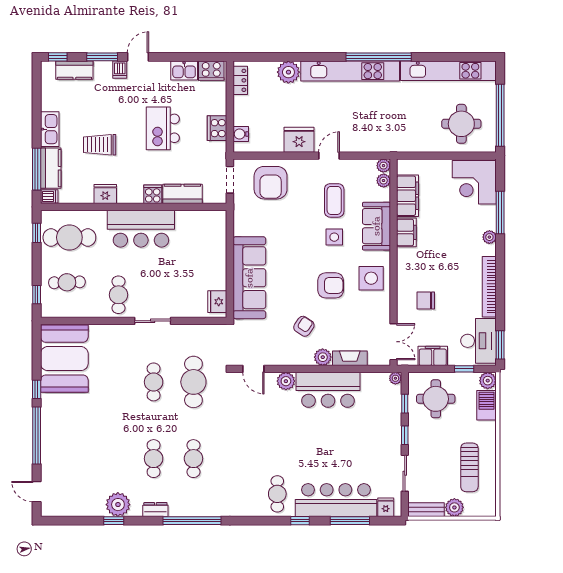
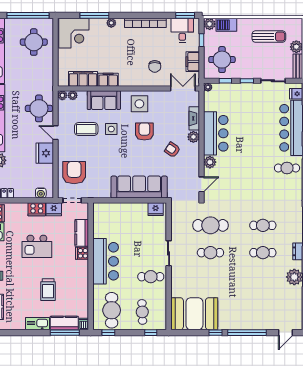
round table: (364, 131) -> (39, 108), added
armchair: (271, 183) -> (74, 173), turned -90
fridge: (105, 194) -> (54, 209), moved, turned -90
desk: (479, 341) -> (182, 30), width x0.73

